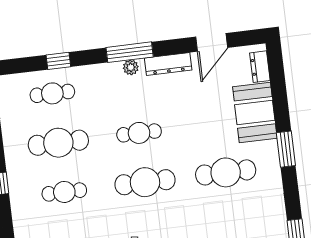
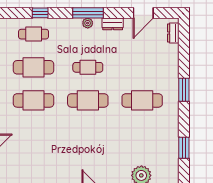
dresser: (168, 64) -> (113, 24), width x0.70
booth: (255, 112) -> (166, 63), removed
cafe table: (64, 192) -> (34, 100), width x1.37, depth x1.35

